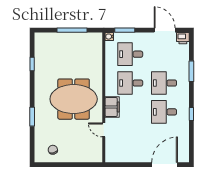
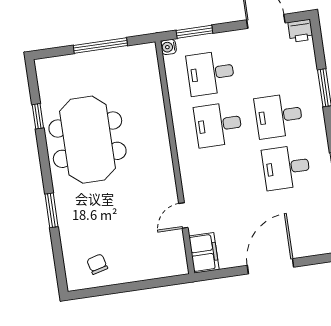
meeting table: (74, 99) -> (88, 140), moved, turned 90
filing cabinet: (112, 107) -> (204, 253), moved
door: (104, 130) -> (183, 216), hinge flipped
door: (165, 165) -> (271, 266), moved

